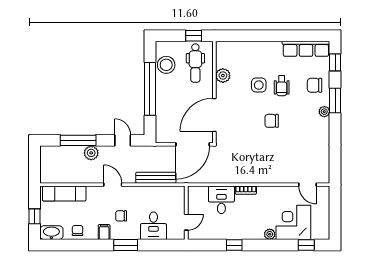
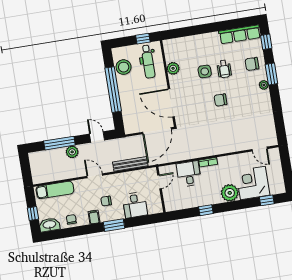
door: (214, 115) -> (171, 103), hinge flipped
door: (186, 222) -> (160, 182), moved
plant: (270, 234) -> (230, 193), width x1.87, depth x1.87

